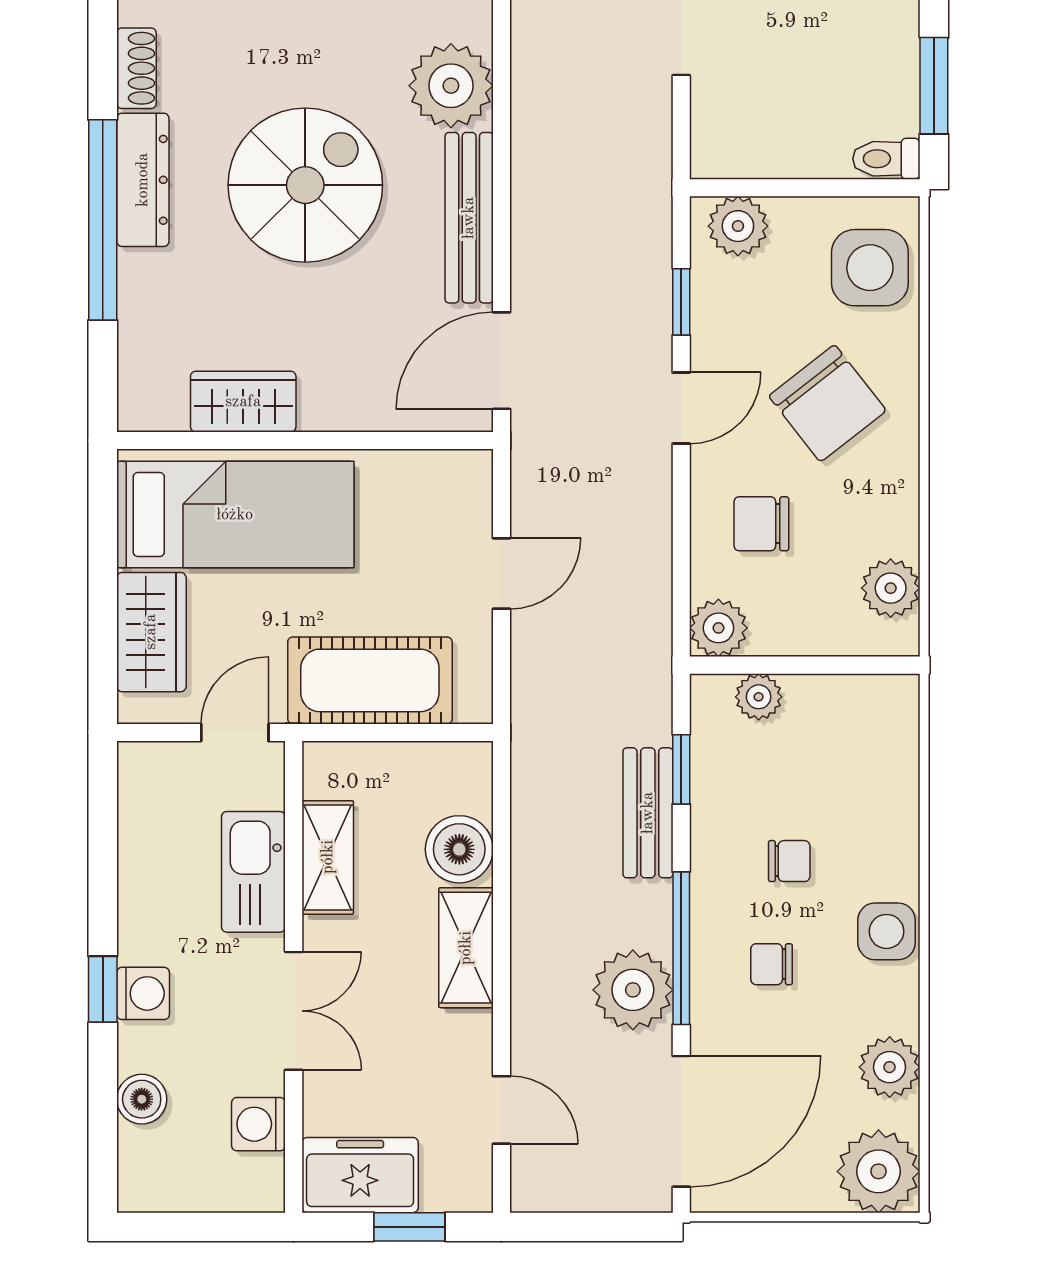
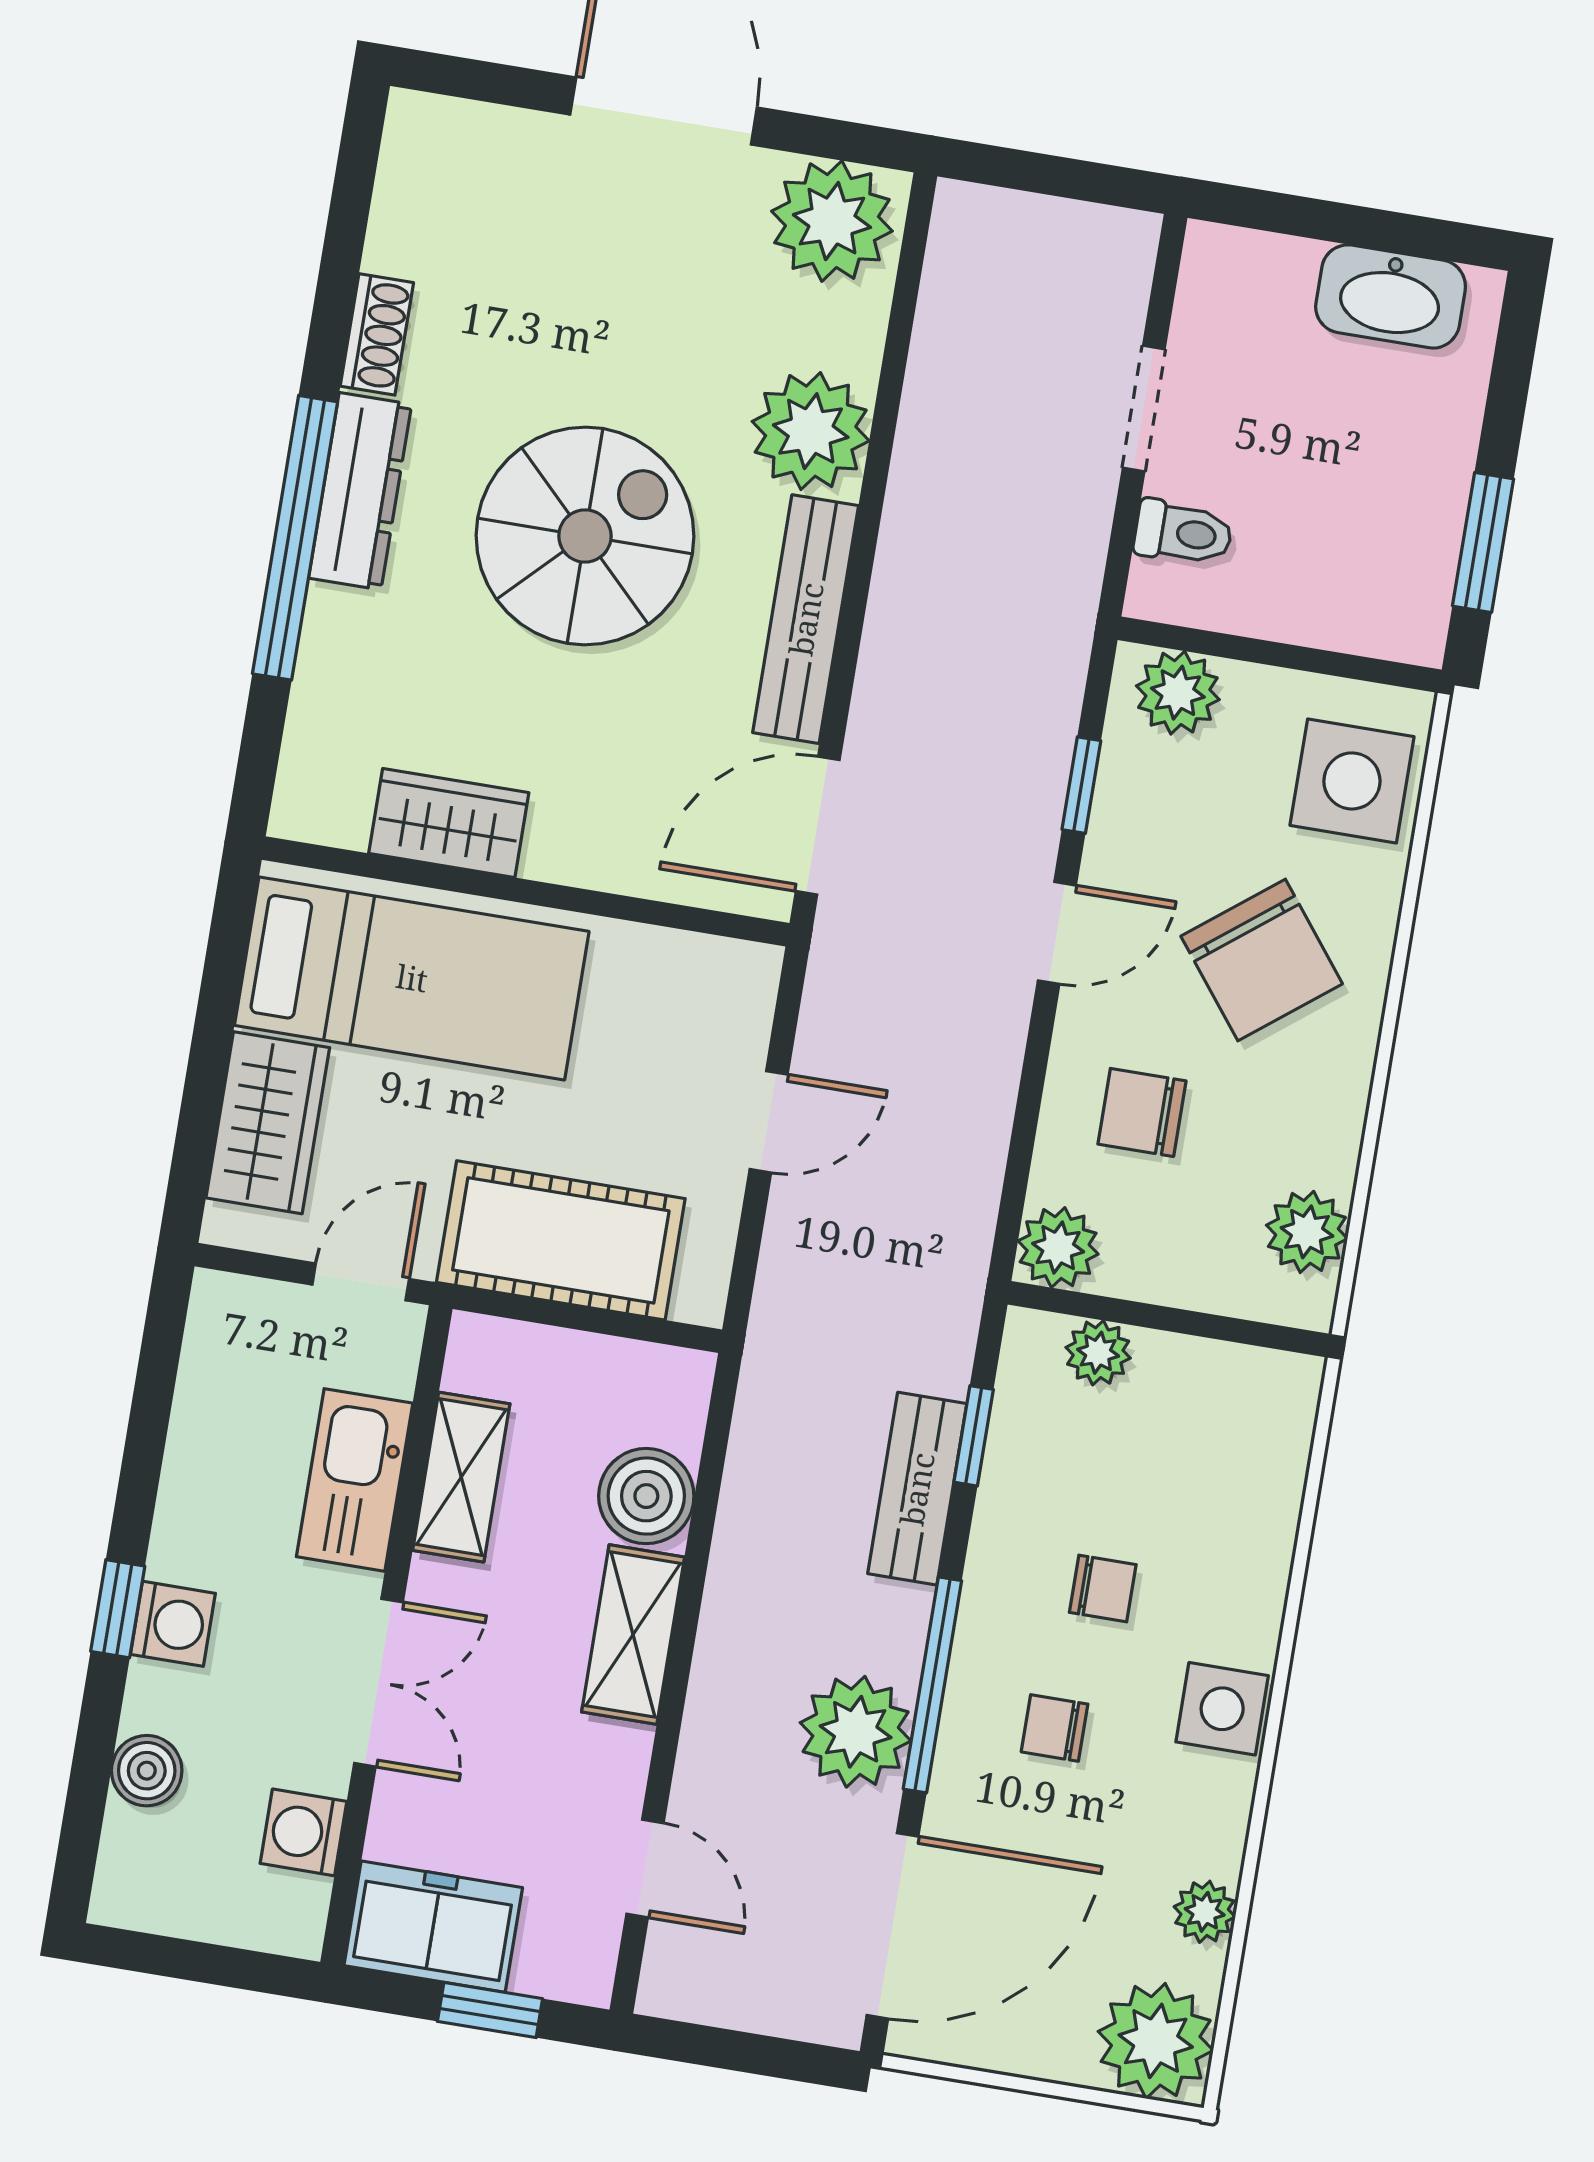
toilet: (886, 159) -> (1183, 533), moved, turned 180
plant: (890, 1067) -> (1205, 1912), width x0.73, depth x0.73

